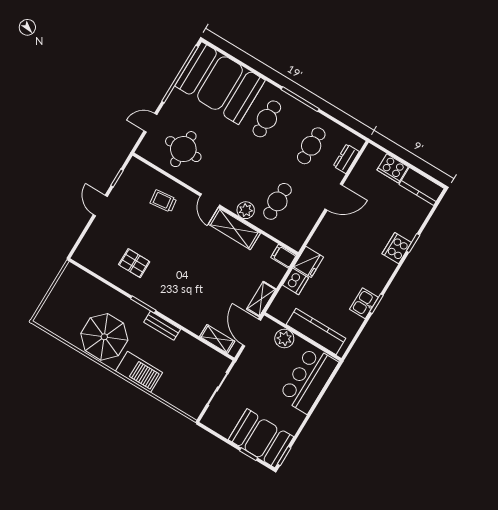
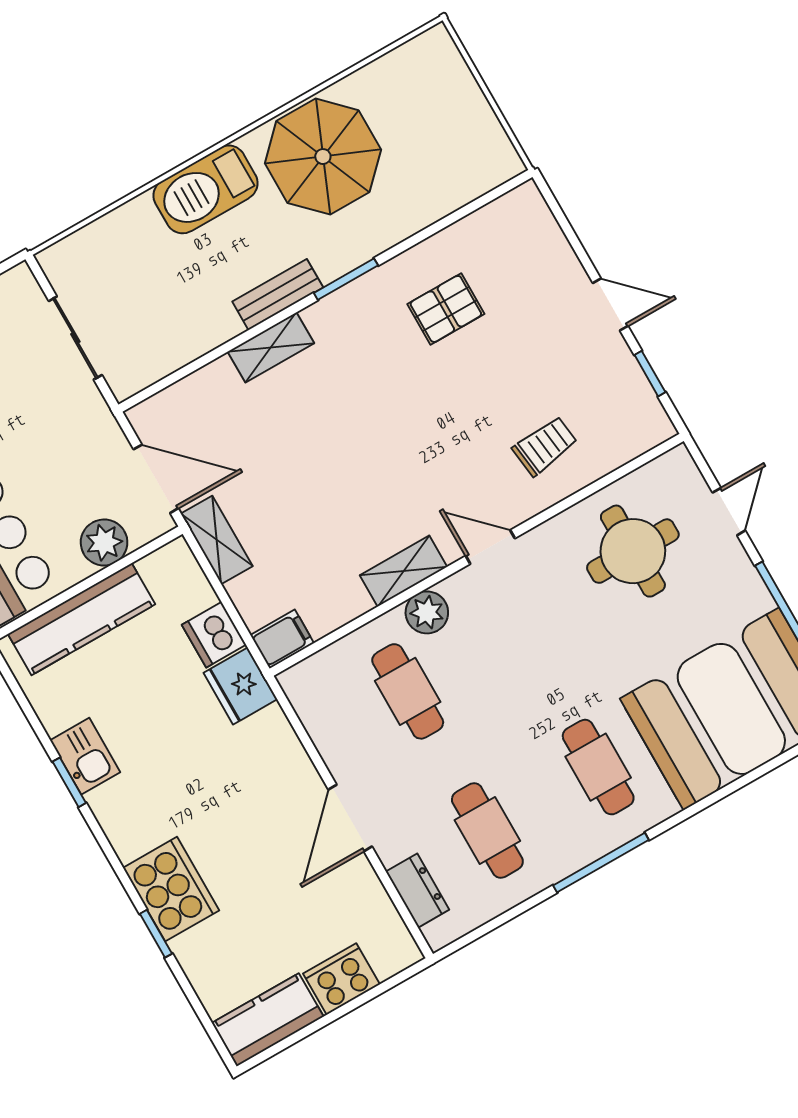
shelving: (234, 229) -> (403, 571), width x0.67, depth x0.75
cooker: (397, 248) -> (171, 889), width x1.37, depth x1.31
shelving: (217, 339) -> (271, 347), moved

